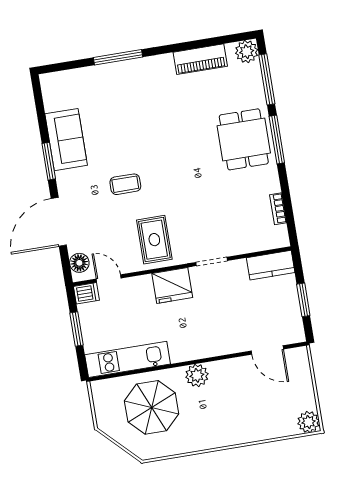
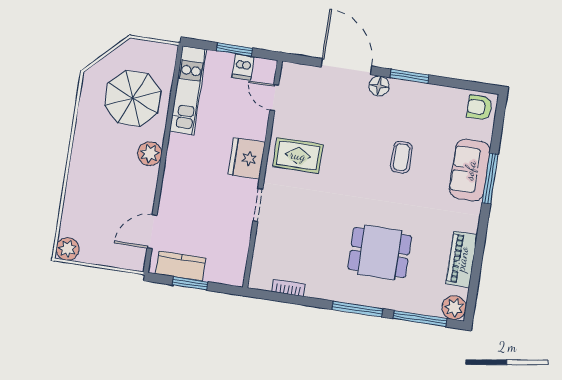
armchair: (56, 88) -> (480, 107), added
dining table: (244, 139) -> (380, 252), moved
sofa: (66, 140) -> (470, 170), moved, turned 90
coffee table: (125, 184) -> (401, 157), moved
floor lamp: (79, 263) -> (379, 86), moved
kitchen counter: (271, 265) -> (181, 266), moved, turned 90
door: (109, 278) -> (274, 98), swing flipped
dishwasher: (86, 293) -> (243, 67), moved

